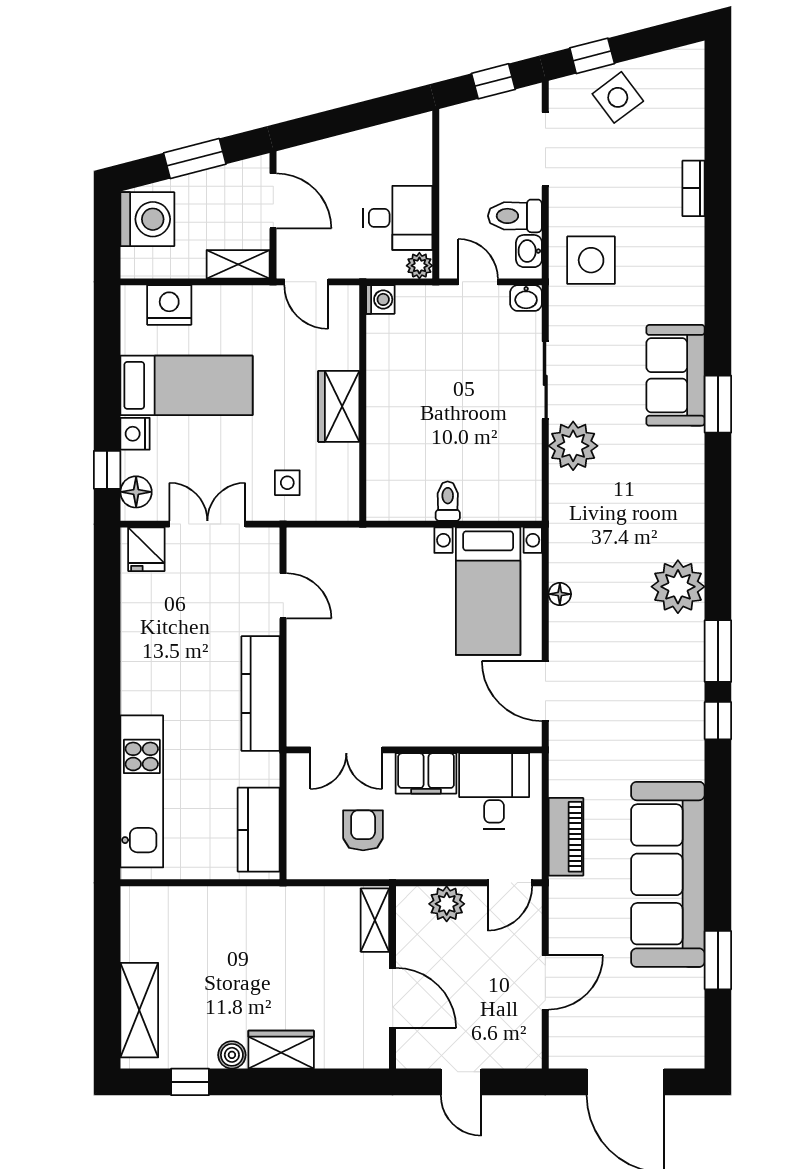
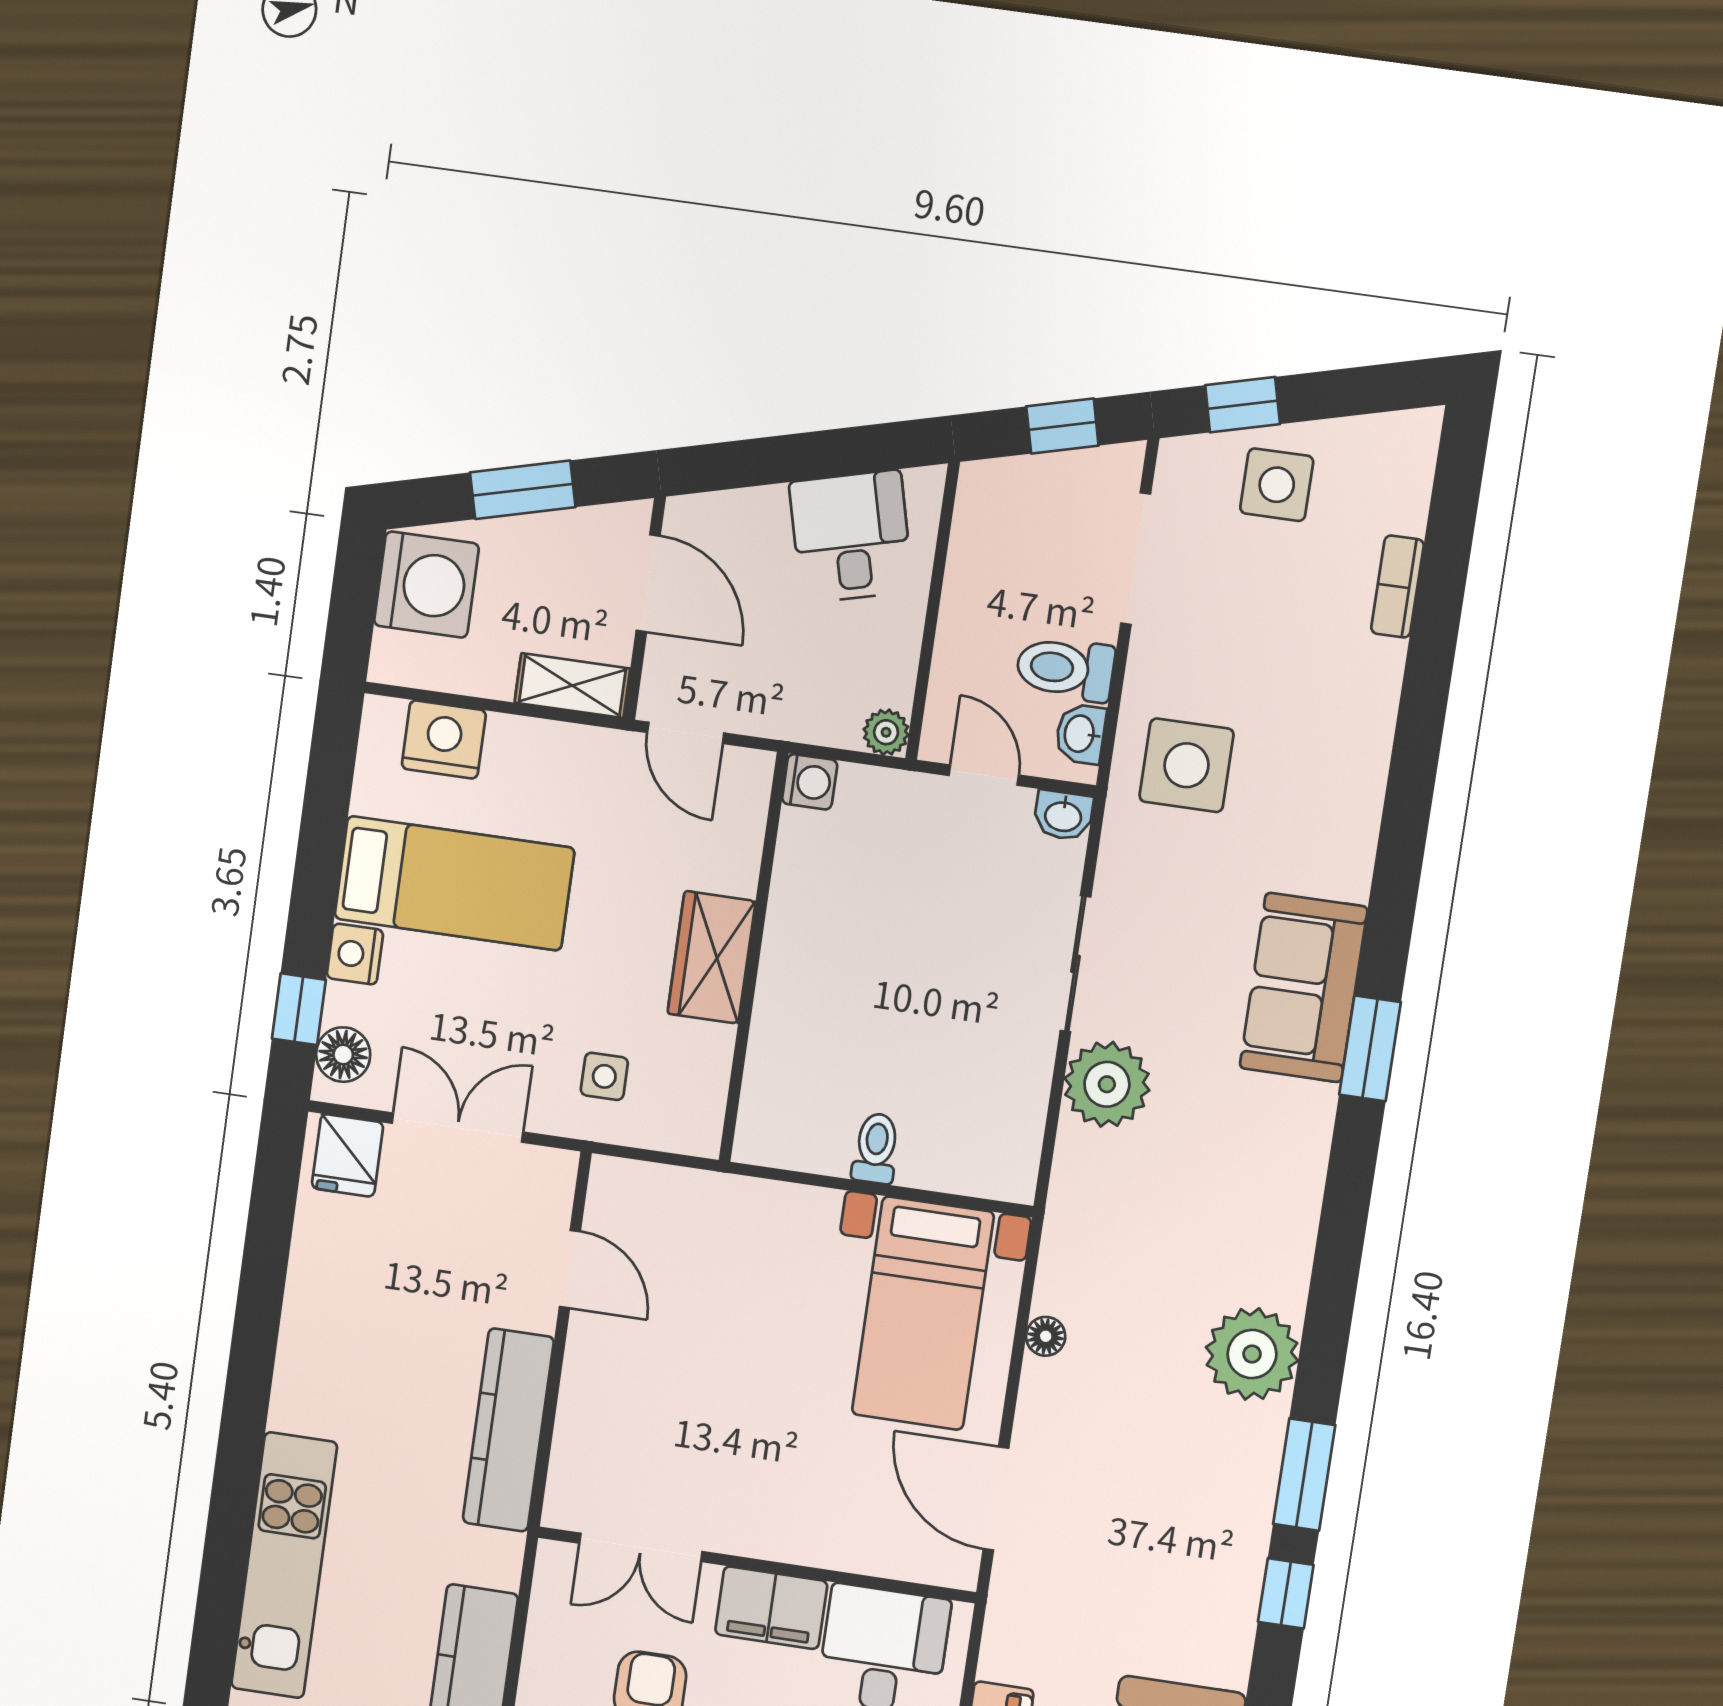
side table: (618, 97) -> (1277, 485), turned 37
bookcase: (694, 188) -> (1397, 587), moved
desk: (398, 218) -> (851, 537), moved, turned -104

